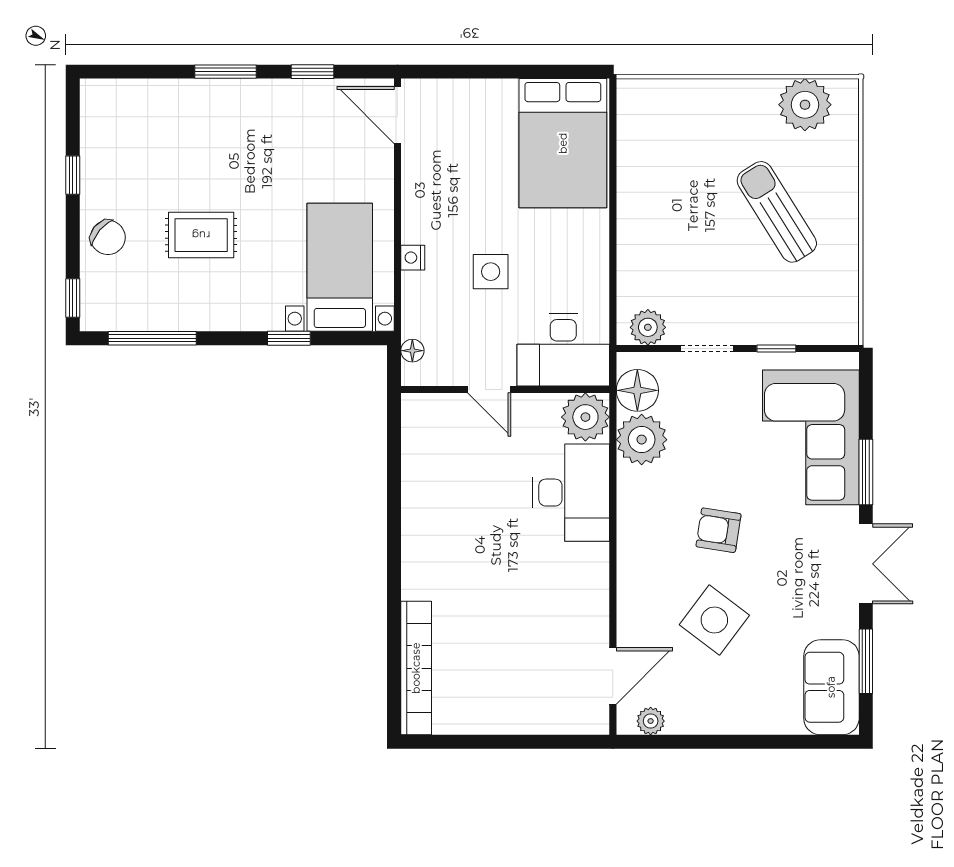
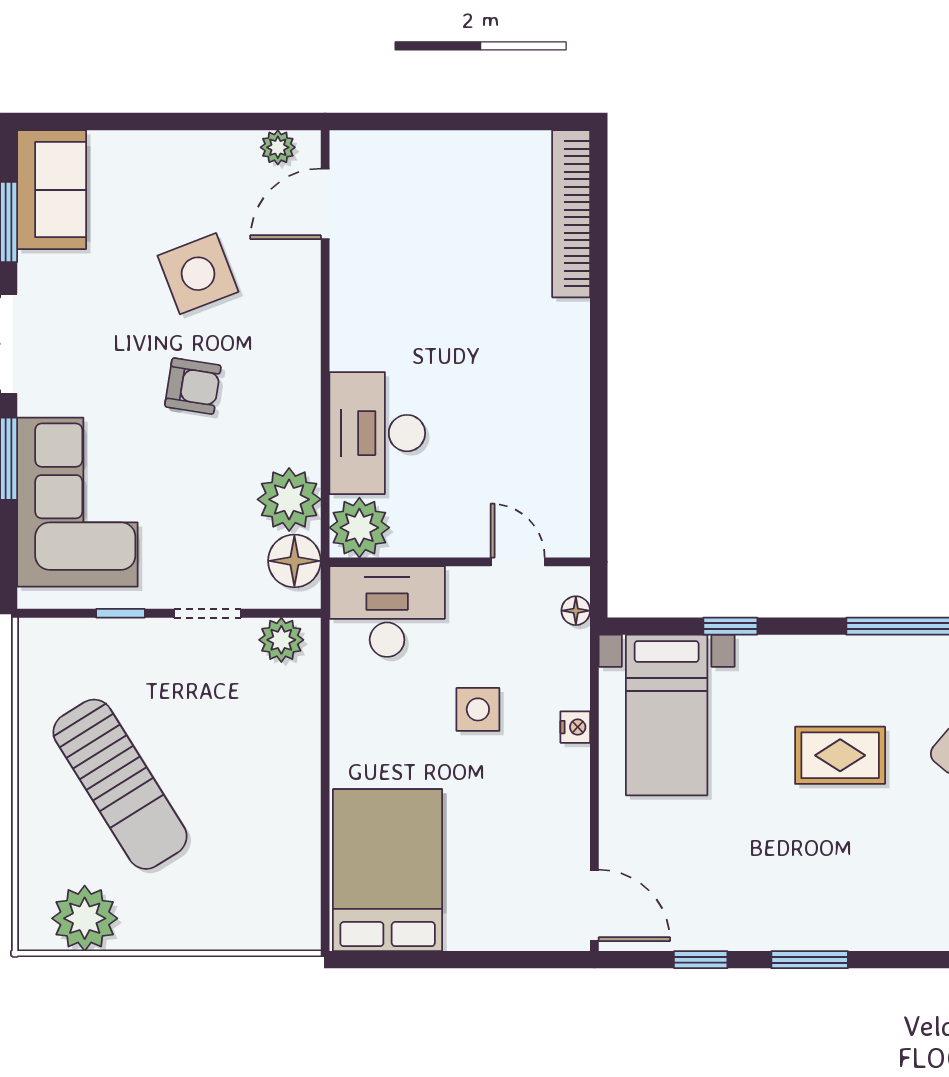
sun lounger: (777, 212) -> (120, 784), width x1.36, depth x1.34
door: (489, 390) -> (518, 562), moved
side table: (714, 620) -> (198, 274), turned 32

